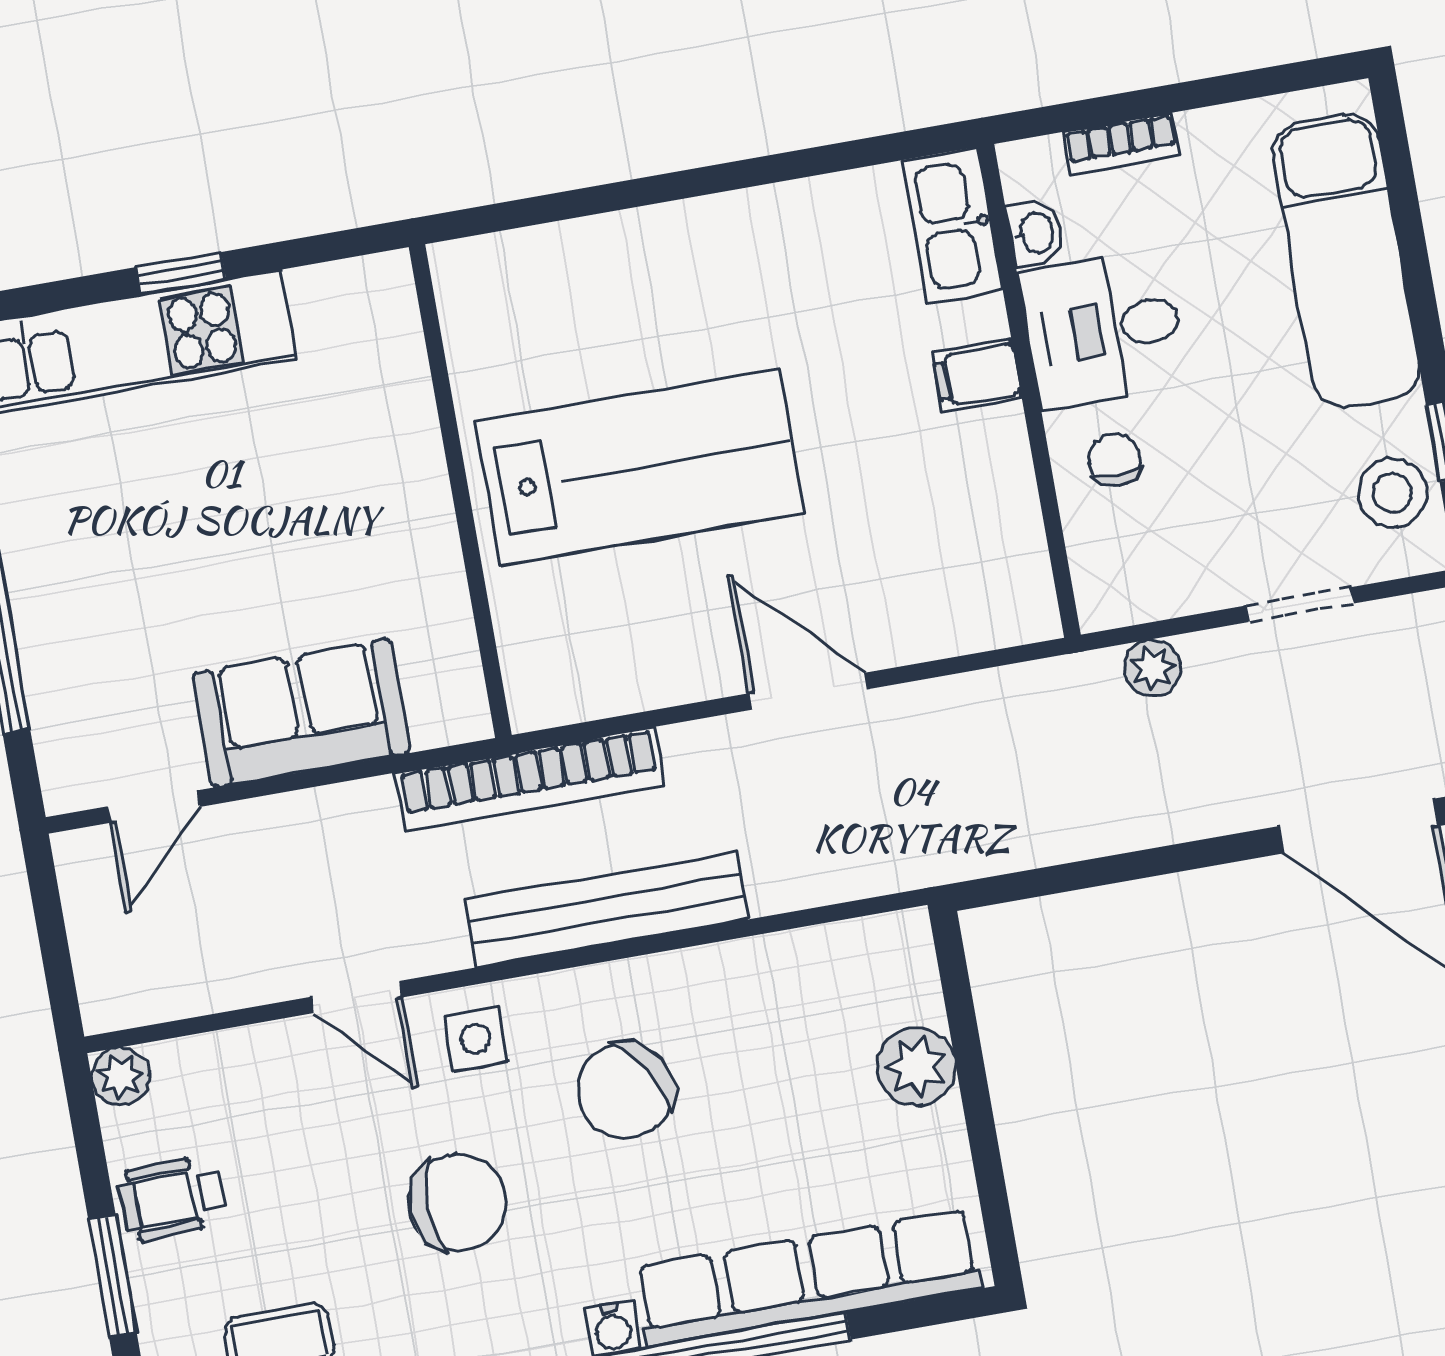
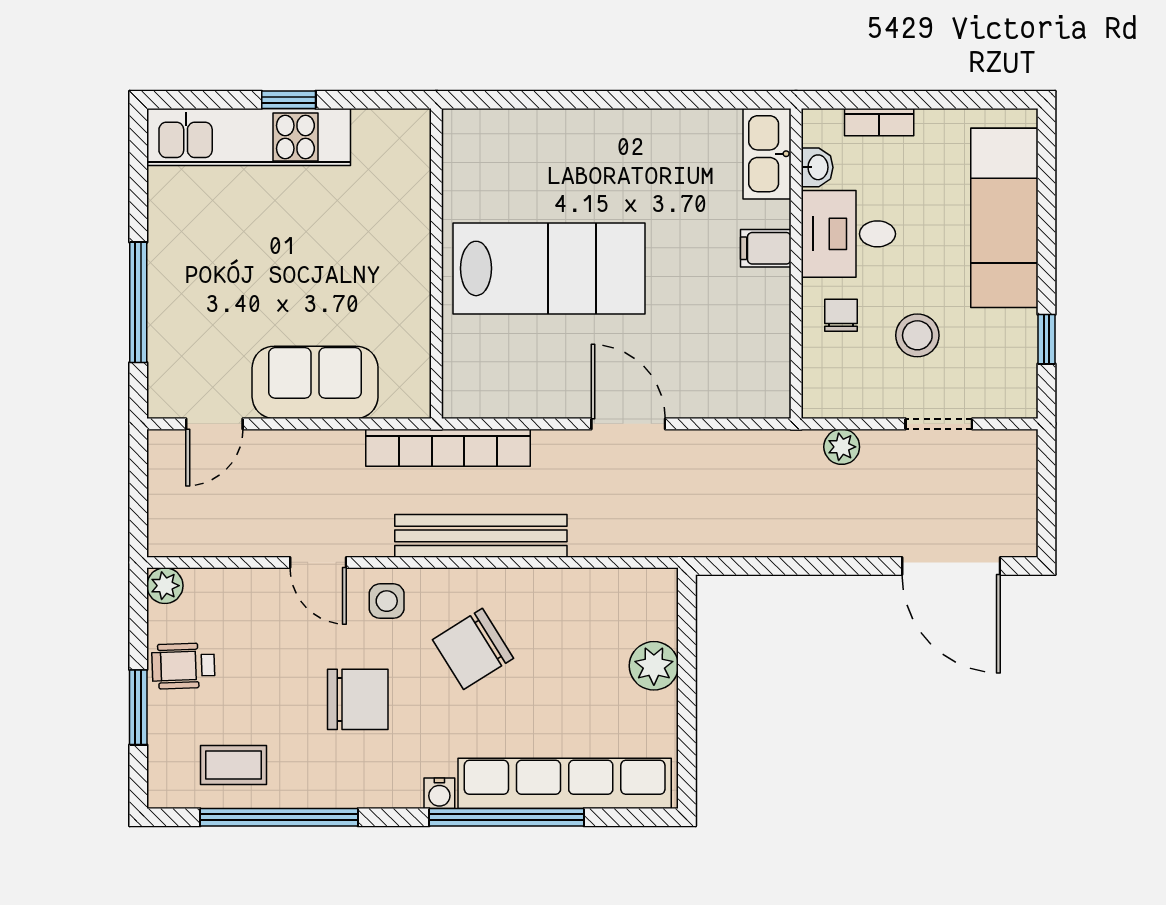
stool: (1392, 493) -> (917, 335), moved

